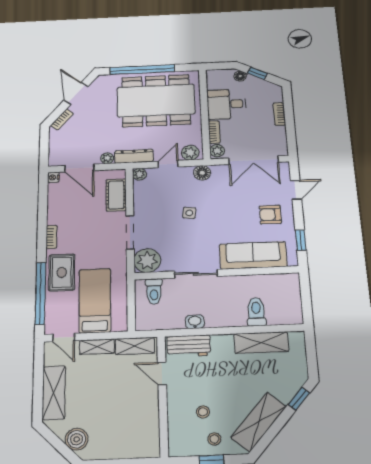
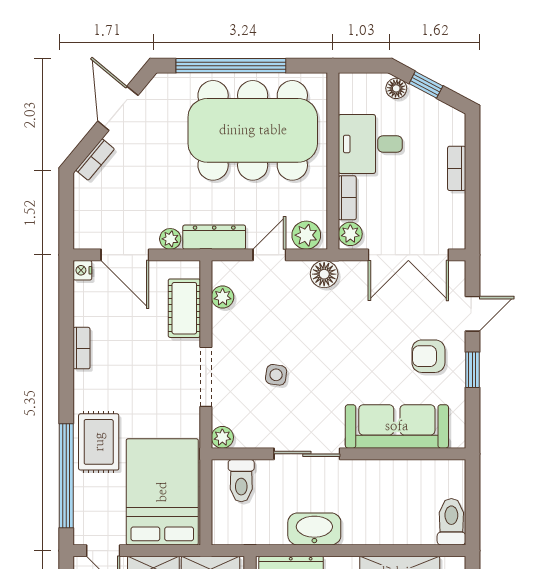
plant: (139, 174) -> (223, 297), moved
side table: (189, 213) -> (276, 375), moved
bookcase: (52, 237) -> (82, 348), moved
window: (301, 240) -> (472, 370), moved
plant: (147, 261) -> (222, 437), width x0.53, depth x0.53
bed: (95, 301) -> (162, 492), width x1.50
toilet: (256, 312) -> (451, 522), moved
washbasin: (195, 322) -> (314, 529), width x1.91, depth x1.45

